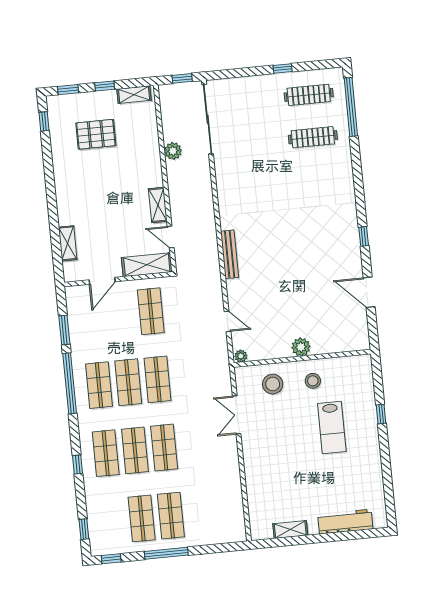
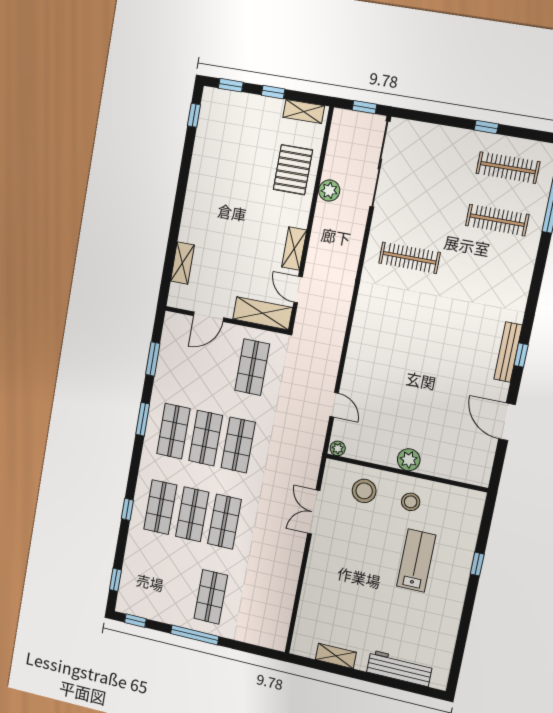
pallet: (96, 134) -> (293, 170), moved, turned 90
clothes rail: (253, 186) -> (409, 258), added
bench: (230, 254) -> (508, 352), moved
window: (70, 383) -> (143, 419), width x0.47
lab bench: (332, 427) -> (416, 561), turned 180
shop shelf: (142, 518) -> (179, 589), removed

